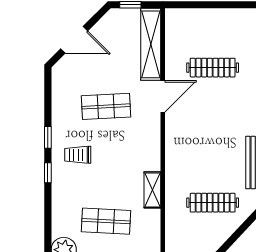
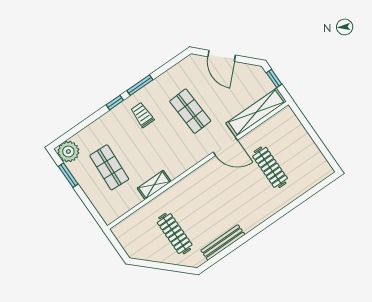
window: (48, 137) -> (140, 85), width x1.50

